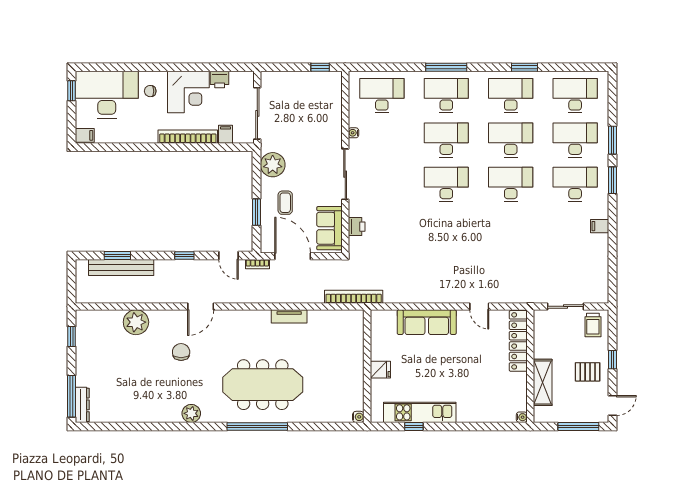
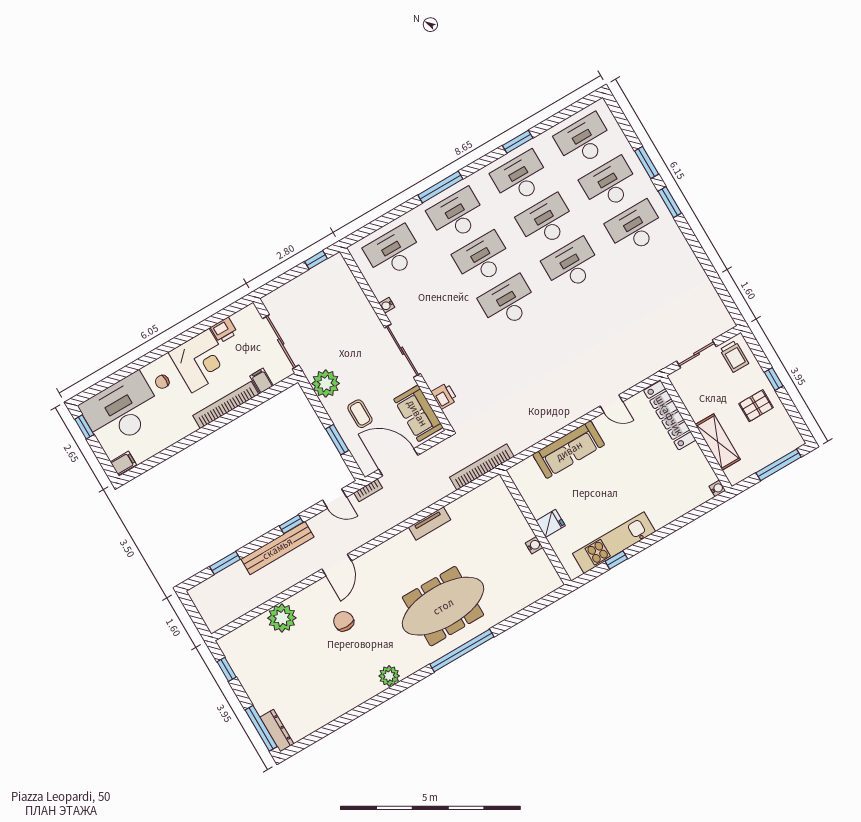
filing cabinet: (600, 226) -> (684, 255), removed
bench: (121, 267) -> (277, 548), moved
door: (613, 405) -> (800, 424), removed
water cooler: (358, 417) -> (534, 545), moved

